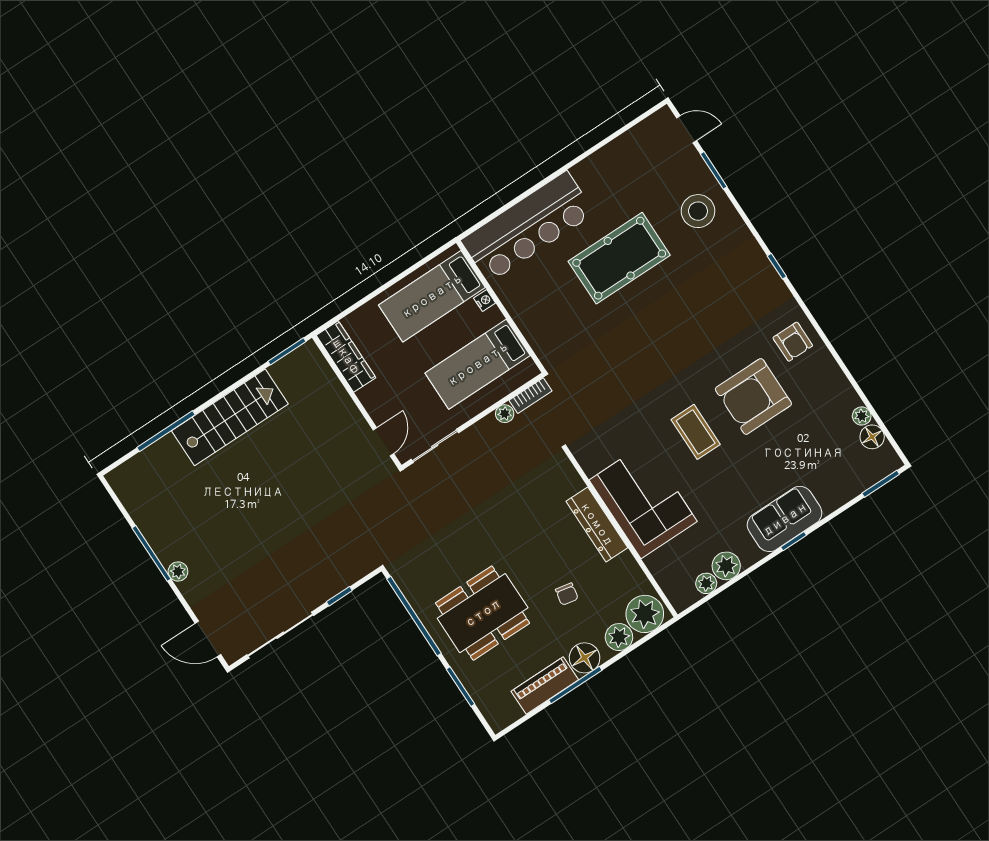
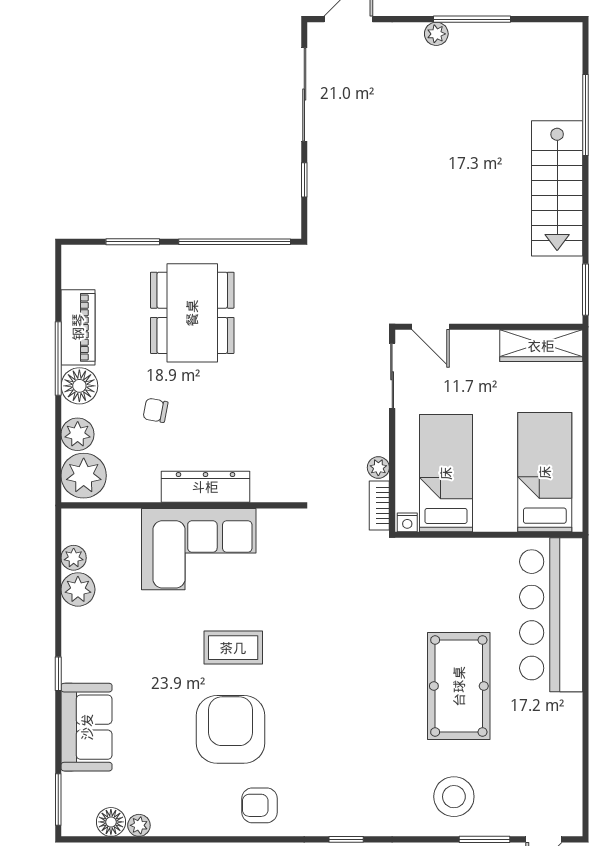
nightstand: (485, 300) -> (407, 522), moved
sofa: (785, 519) -> (87, 727), moved

